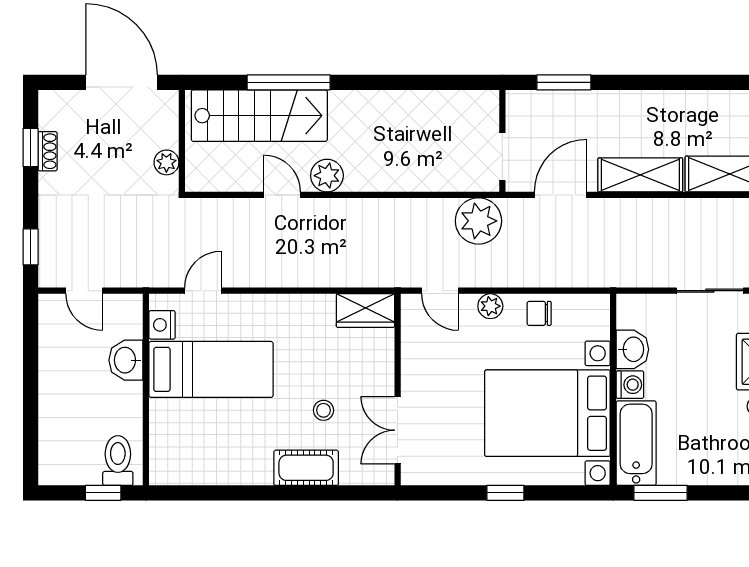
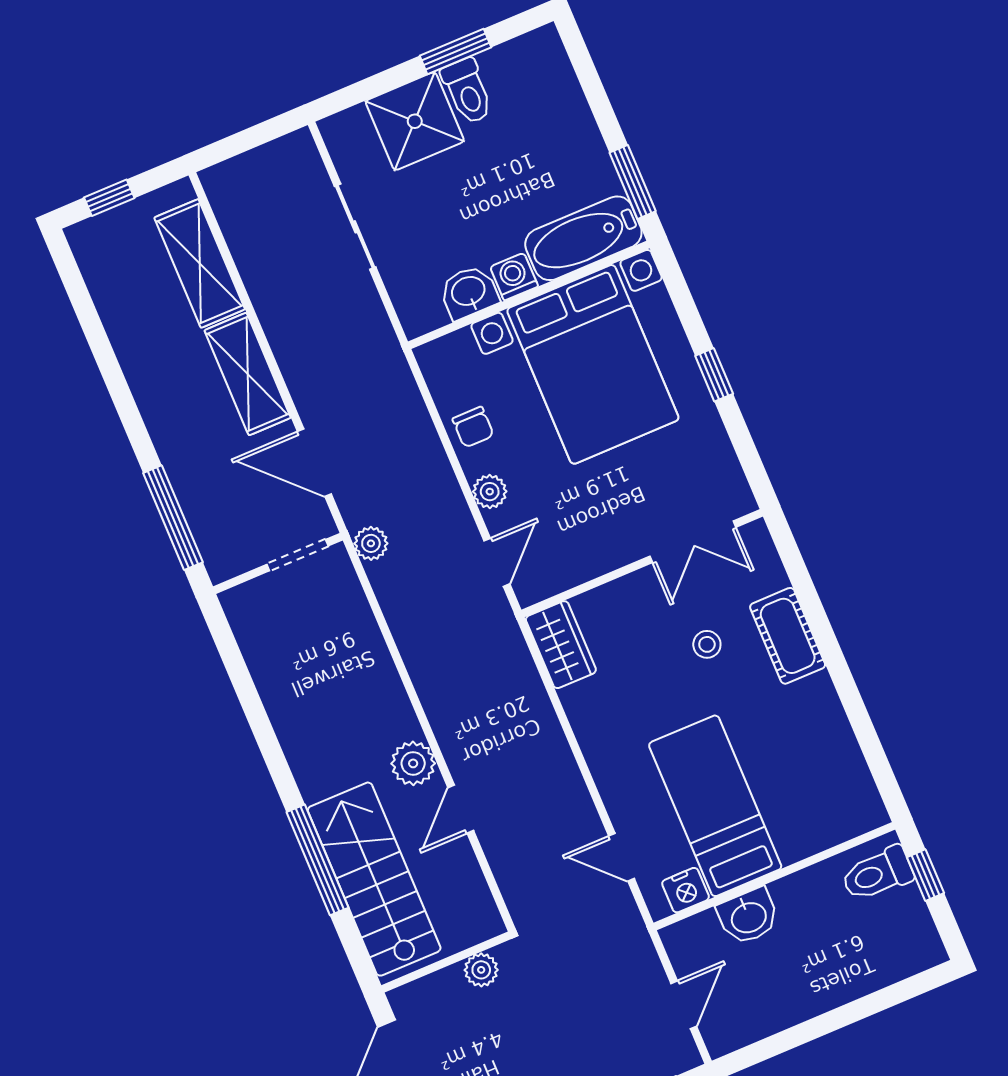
window: (564, 82) -> (173, 518), width x1.44
plant: (478, 221) -> (371, 543), width x0.53, depth x0.53

